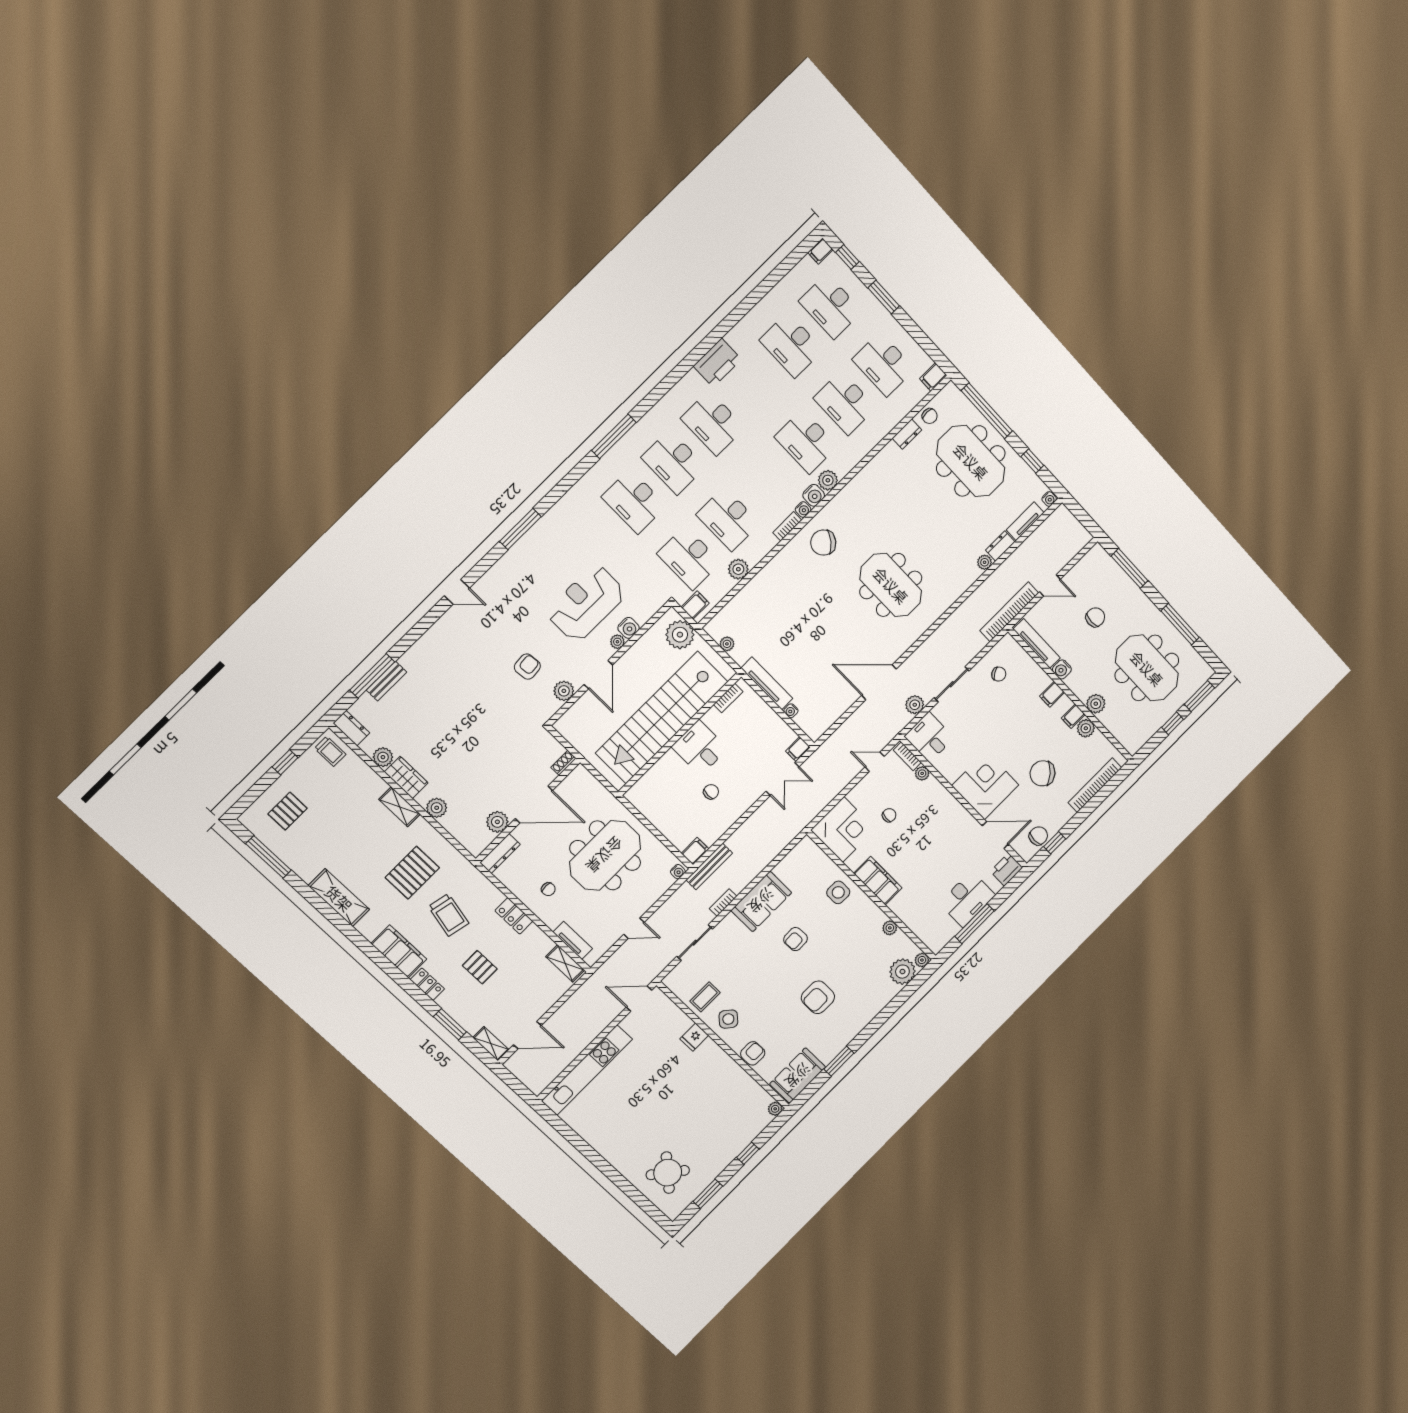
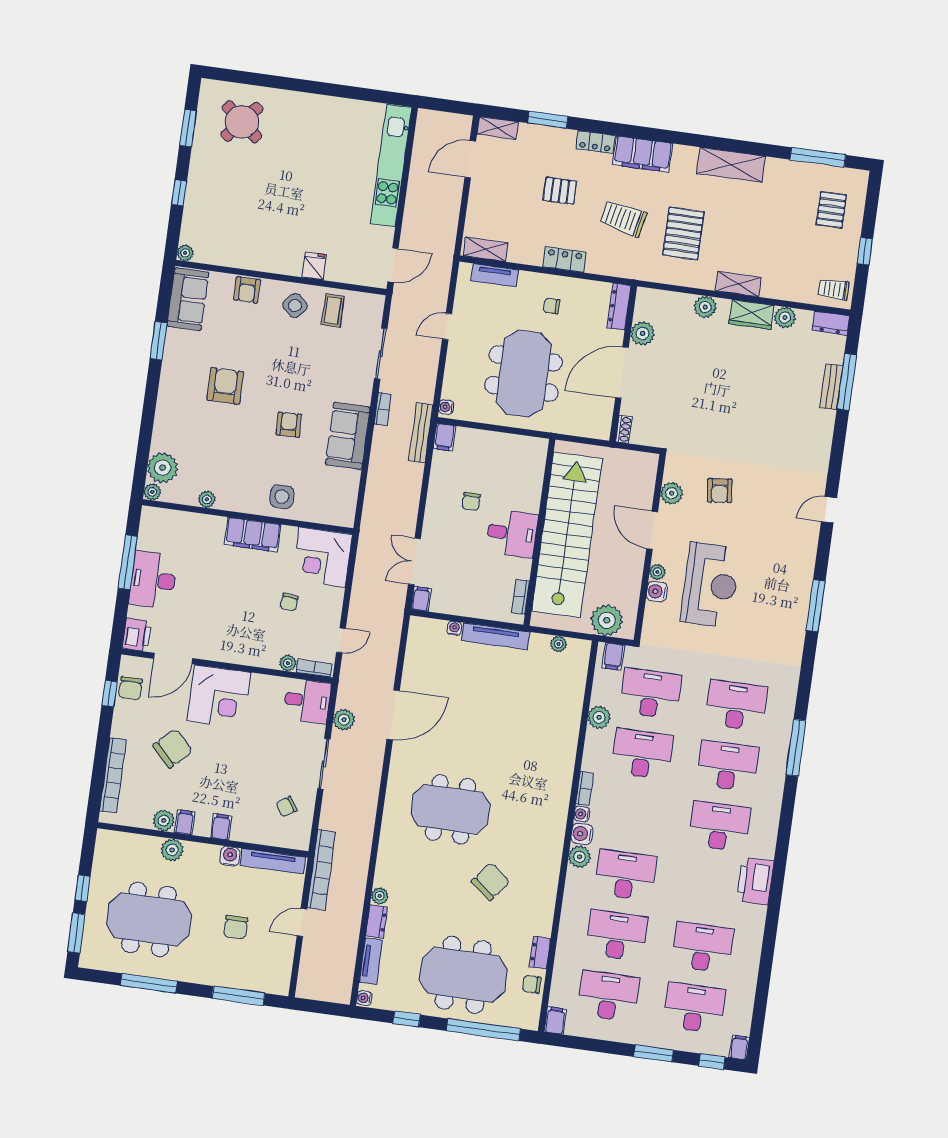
chair: (823, 543) -> (491, 882), moved

